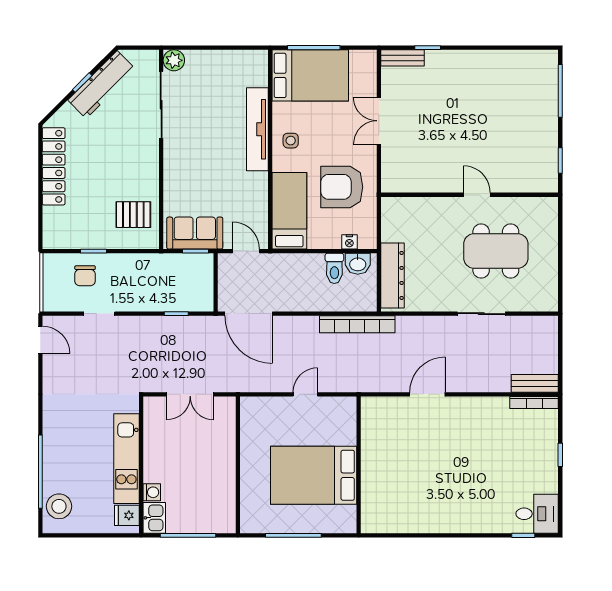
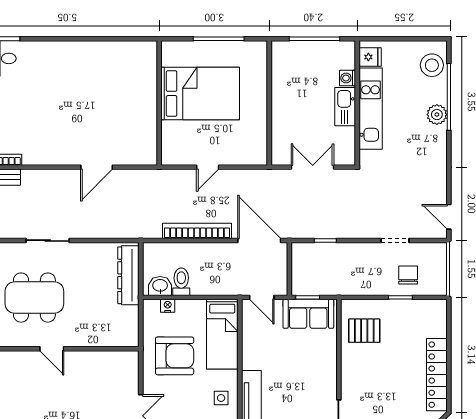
bookcase: (357, 324) -> (197, 231), moved
plant: (53, 452) -> (437, 115), added
kitchen sink: (154, 518) -> (345, 107), moved, width x1.38

